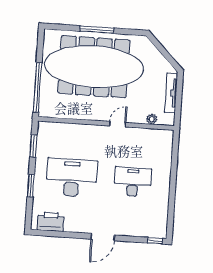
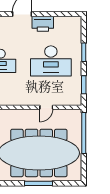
door: (118, 124) -> (46, 107), moved
printer: (51, 222) -> (43, 24), moved

